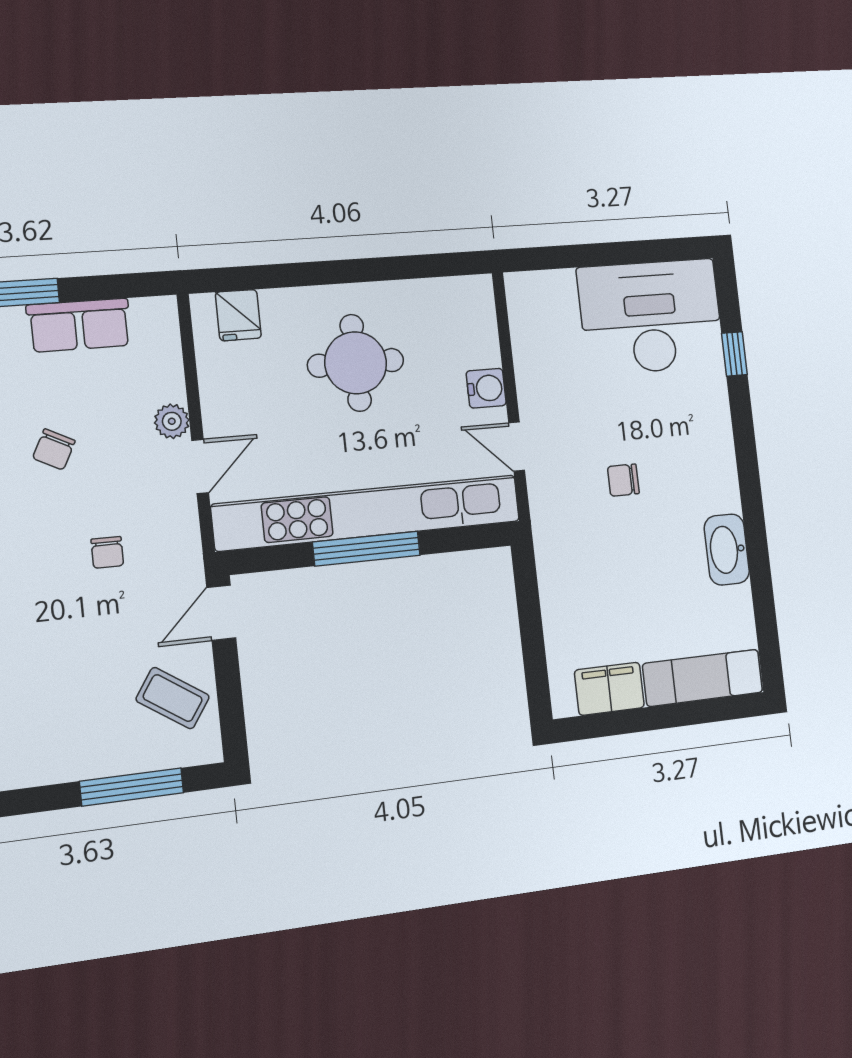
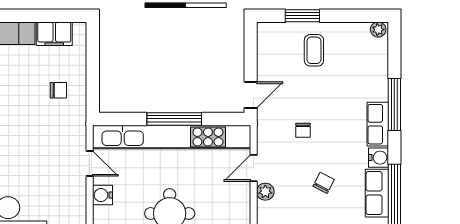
chair: (623, 480) -> (58, 90), moved
chair: (107, 552) -> (303, 130), turned 180
coffee table: (173, 698) -> (314, 50), moved, turned 56
window: (132, 787) -> (302, 16), width x0.69

